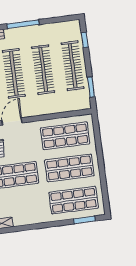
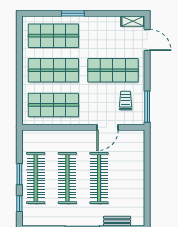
window: (91, 87) -> (19, 174), moved
window: (84, 220) -> (73, 13), moved

